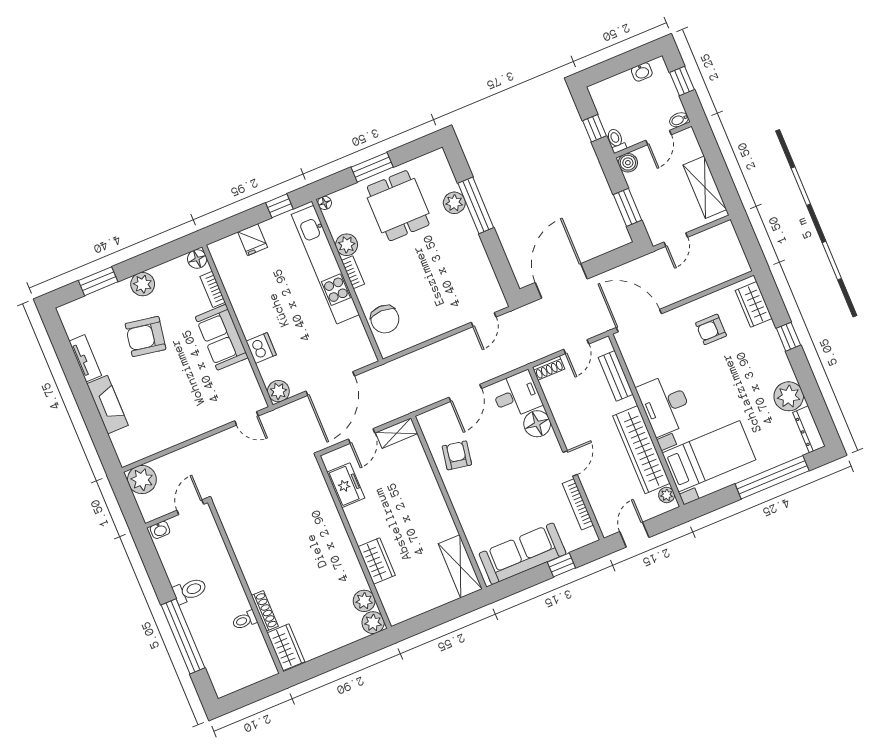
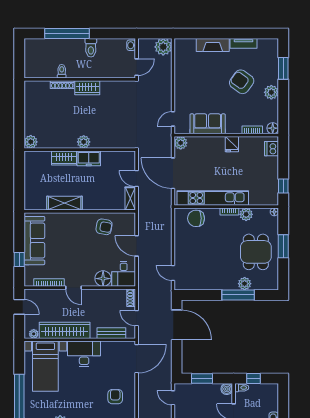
dining table: (398, 206) -> (256, 252), turned 90
fridge: (253, 240) -> (232, 144), moved, turned -90
kitchen unit: (325, 265) -> (213, 198), moved
armchair: (146, 336) -> (242, 82), turned -64
sofa: (222, 337) -> (208, 124), moved
dishwasher: (261, 348) -> (272, 149), moved, turned 90
freezer: (346, 485) -> (89, 158), moved
door: (190, 507) -> (137, 67), hinge flipped
shelving: (460, 566) -> (65, 203), moved
plant: (364, 601) -> (84, 142), moved
wardrobe: (286, 647) -> (87, 88), moved

